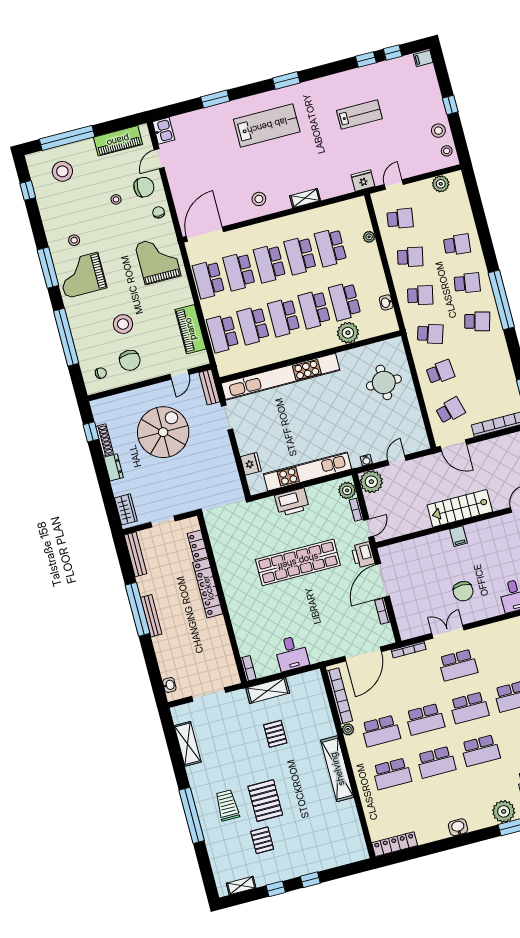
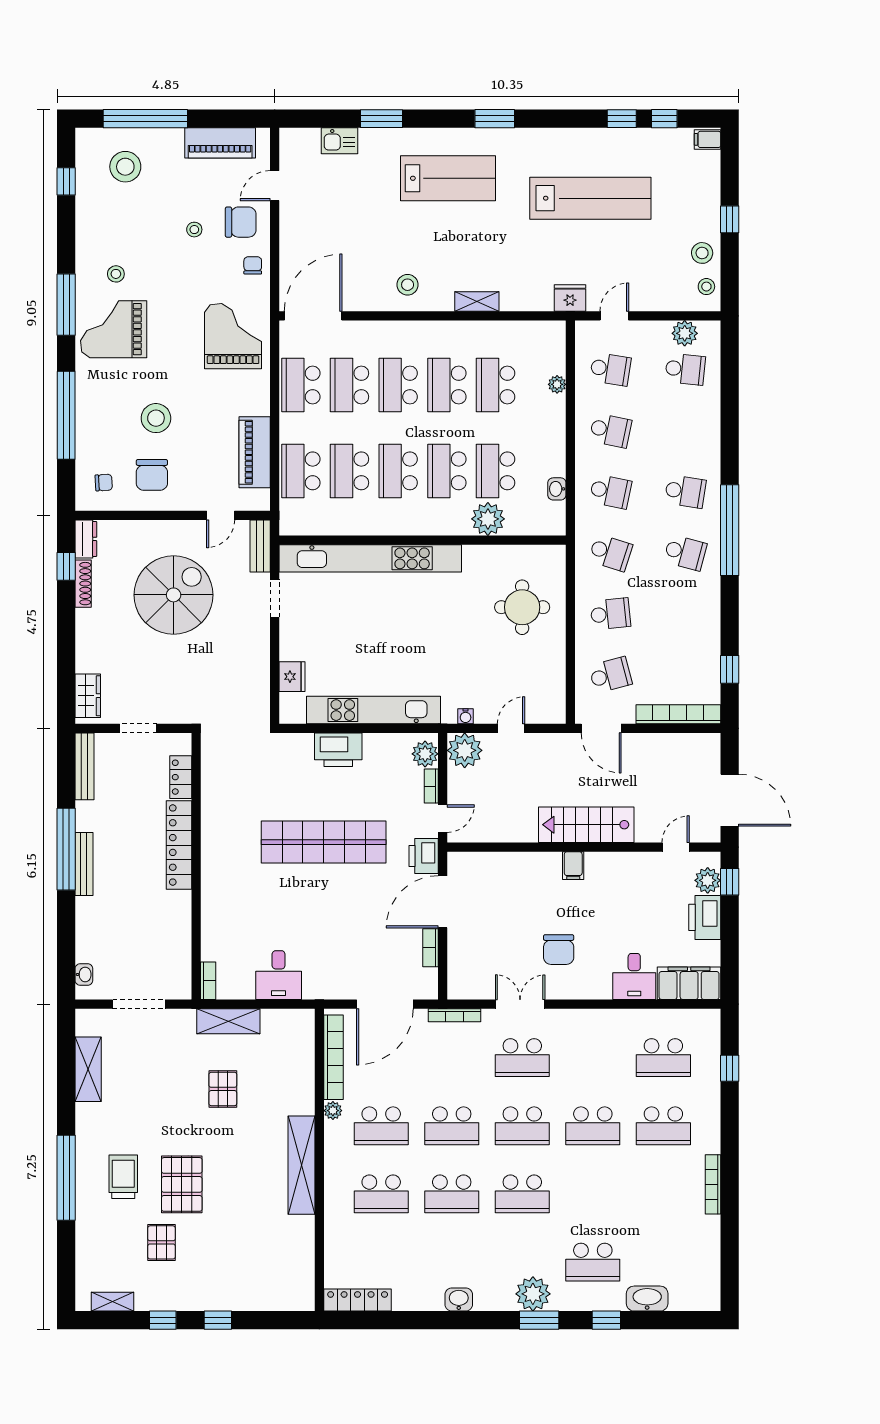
lab bench: (359, 115) -> (590, 198), width x1.86, depth x1.39
kitchen sink: (164, 131) -> (340, 141), moved, turned 90
school desk: (457, 245) -> (685, 369), moved
dresser: (114, 467) -> (86, 539), moved

